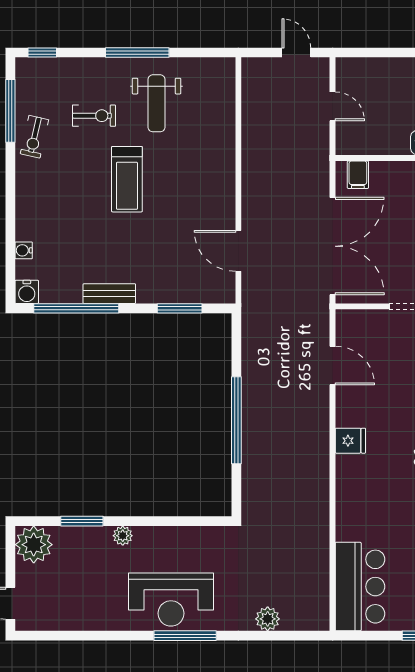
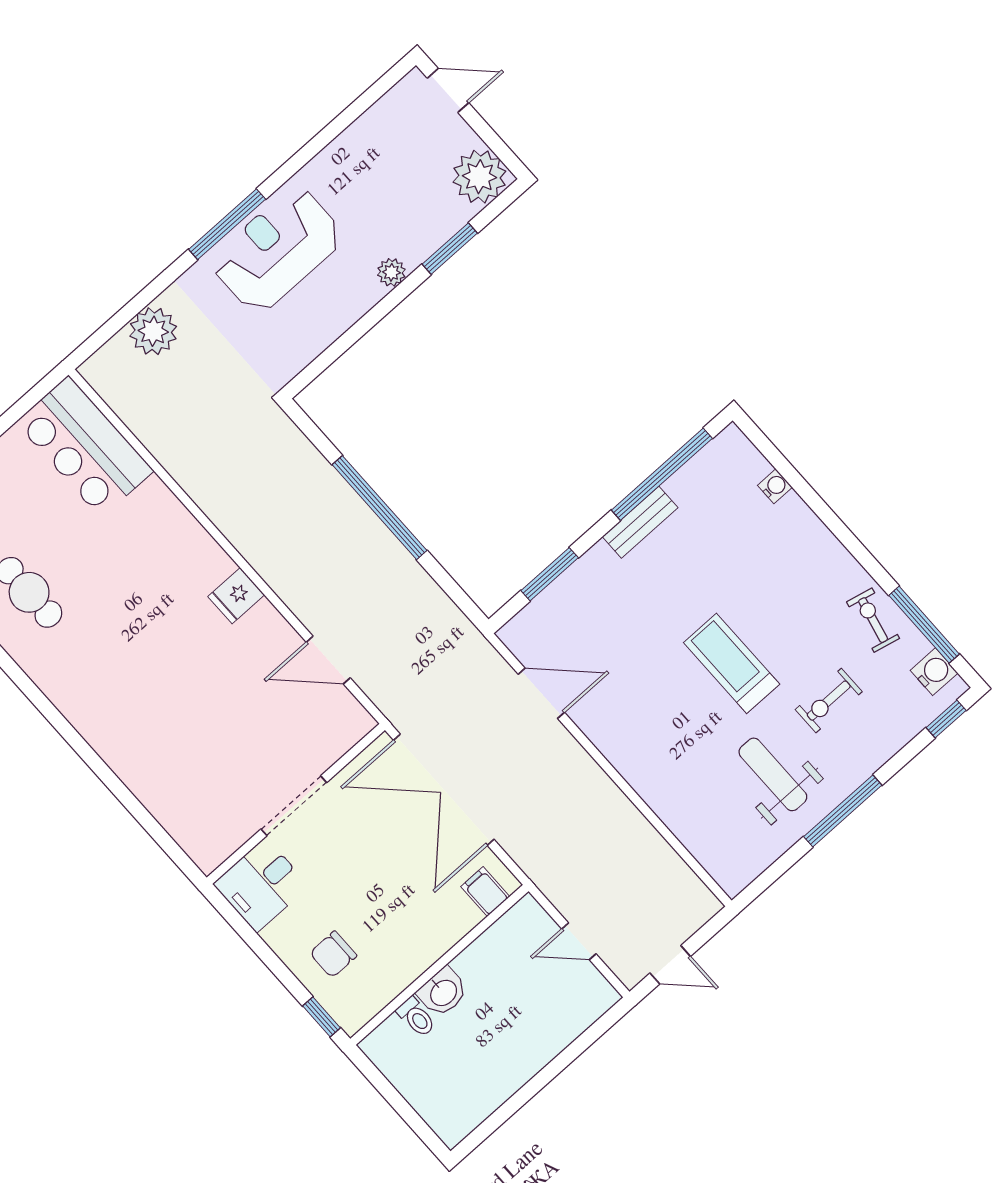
water cooler: (27, 292) -> (934, 672), moved, turned 90
plant: (268, 619) -> (153, 331), width x1.36, depth x1.36

